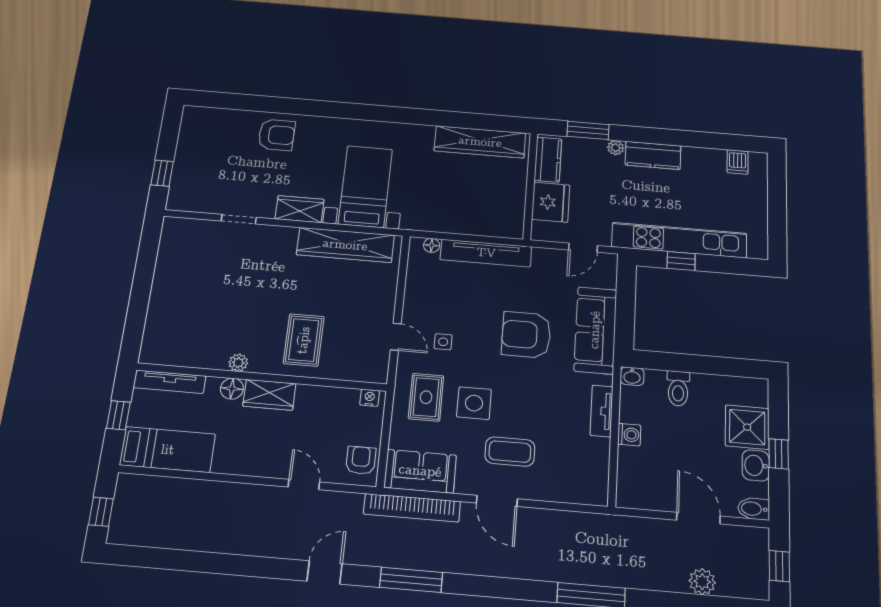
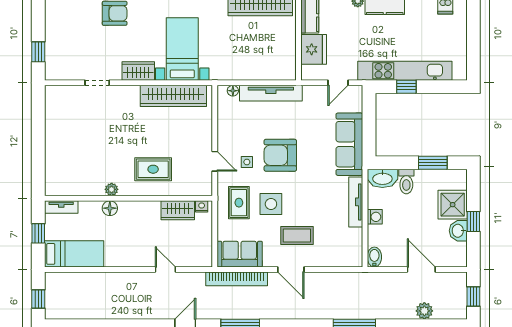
armchair: (526, 335) -> (280, 155), moved
rug: (304, 340) -> (153, 169), turned 90
window: (718, 366) -> (433, 163), added
washbasin: (632, 376) -> (382, 178), width x1.91, depth x1.45
tv unit: (170, 382) -> (61, 207), width x0.71
wardrobe: (269, 395) -> (178, 210), moved
tv unit: (602, 411) -> (356, 202), width x1.41
armchair: (361, 460) -> (200, 250), removed
bidet: (754, 509) -> (374, 257), moved, turned 90

